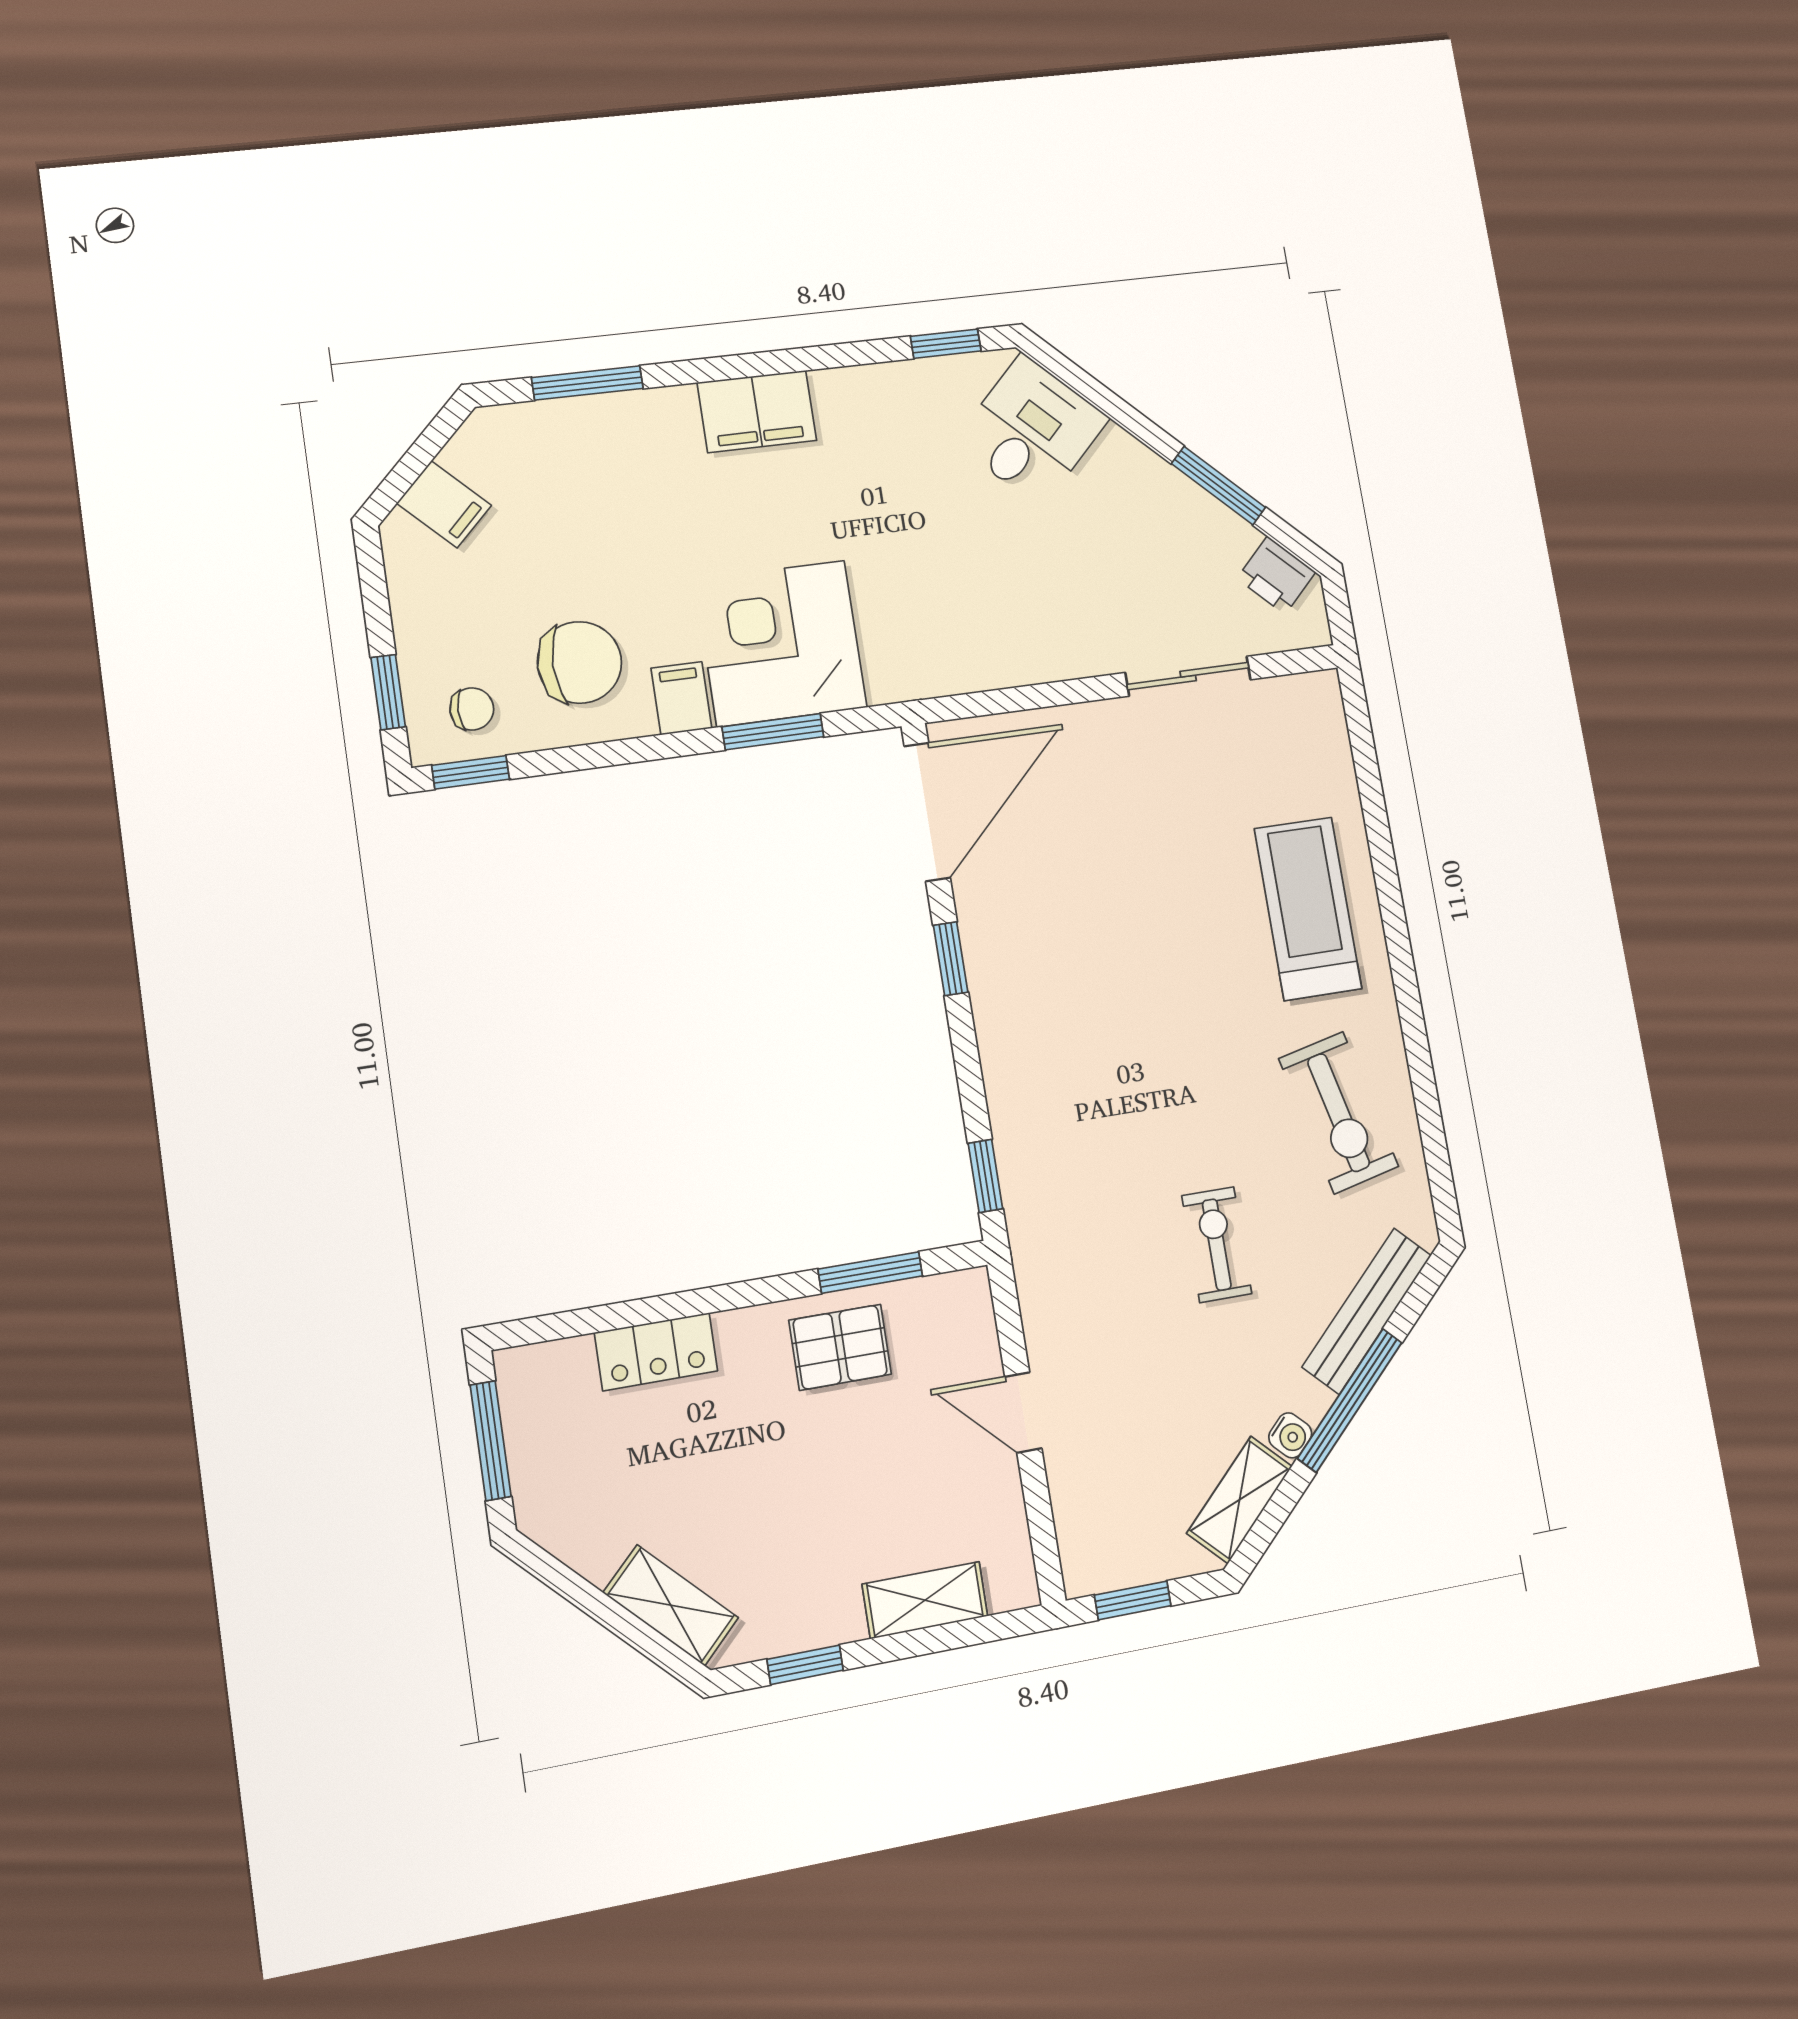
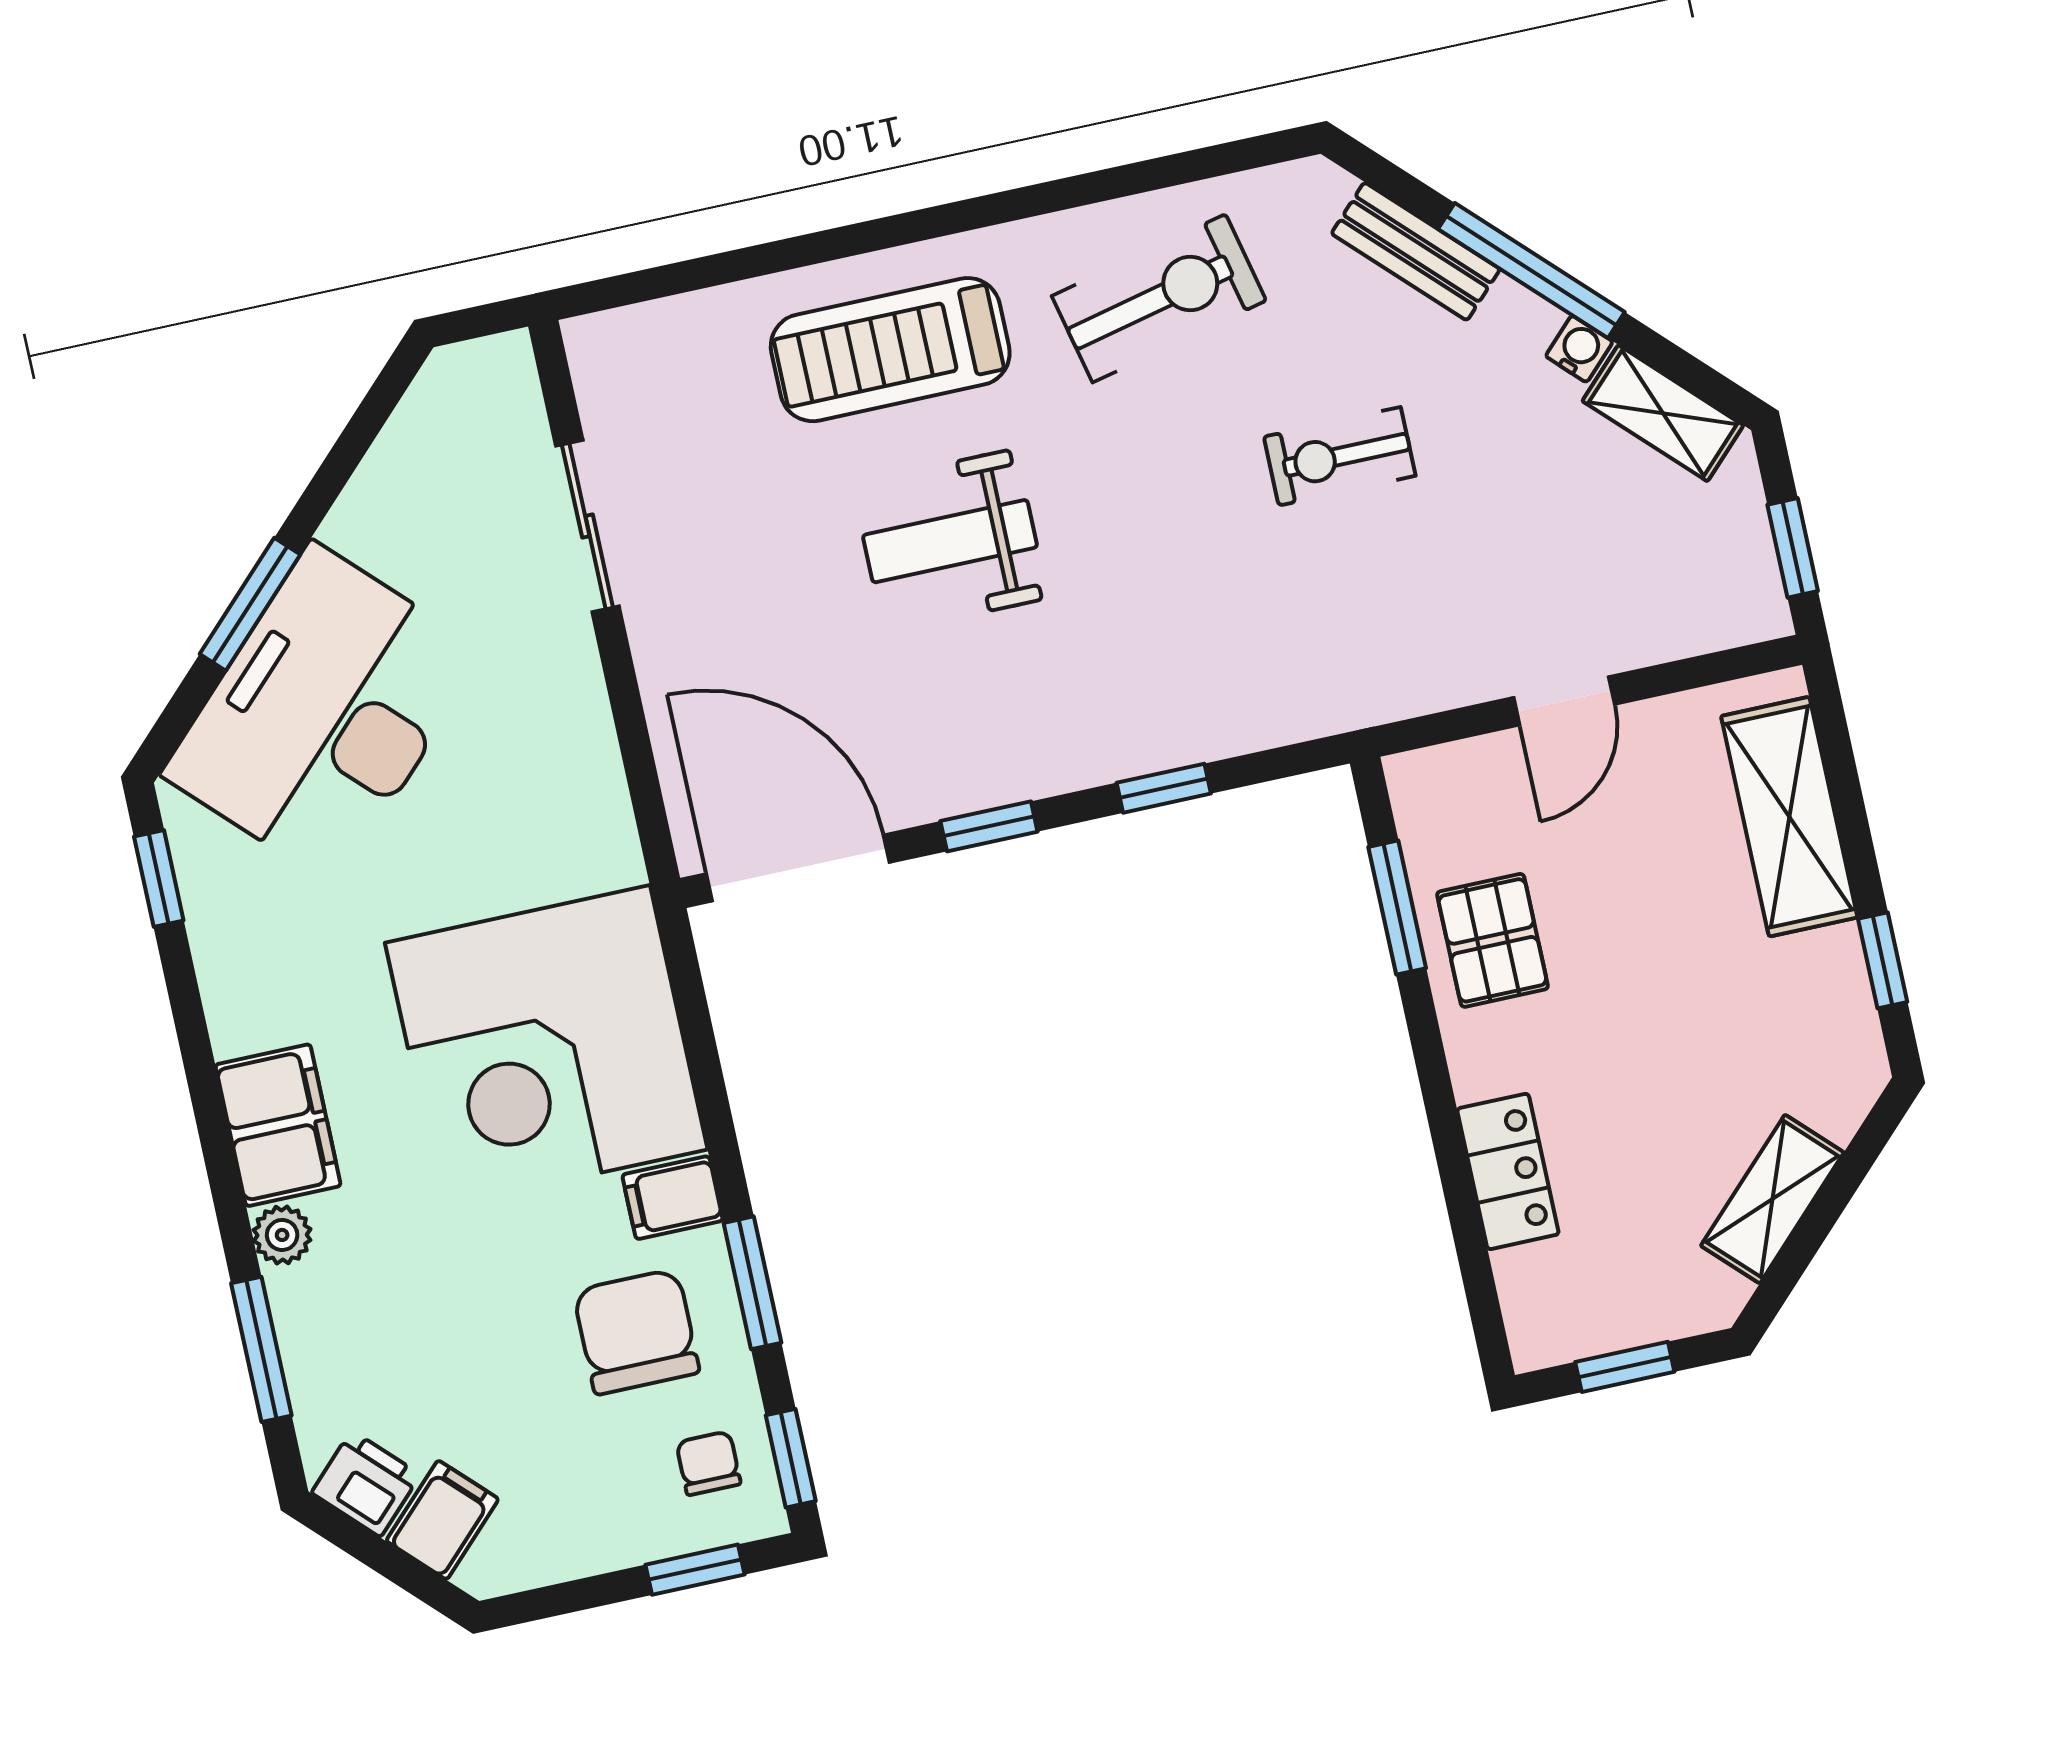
plant: (674, 406) -> (282, 1235), added
desk: (1032, 430) -> (324, 714), width x1.87, depth x1.30
window: (1218, 486) -> (250, 604), moved
printer: (1276, 575) -> (366, 1484), moved, turned -90
corner desk: (781, 643) -> (546, 1046), width x1.36, depth x1.36
window: (773, 732) -> (752, 1283), moved
weight bench: (1166, 944) -> (950, 541), added
window: (985, 1176) -> (1164, 788), moved
bench: (1367, 1311) -> (1416, 251), width x0.73
window: (491, 1441) -> (1625, 1367), width x0.67
shelving: (925, 1600) -> (1789, 817), width x1.50, depth x1.33
shelving: (671, 1605) -> (1772, 1199), moved

